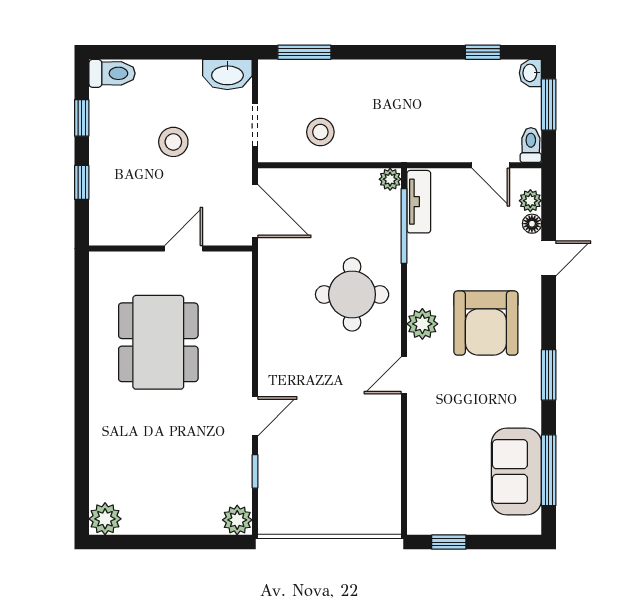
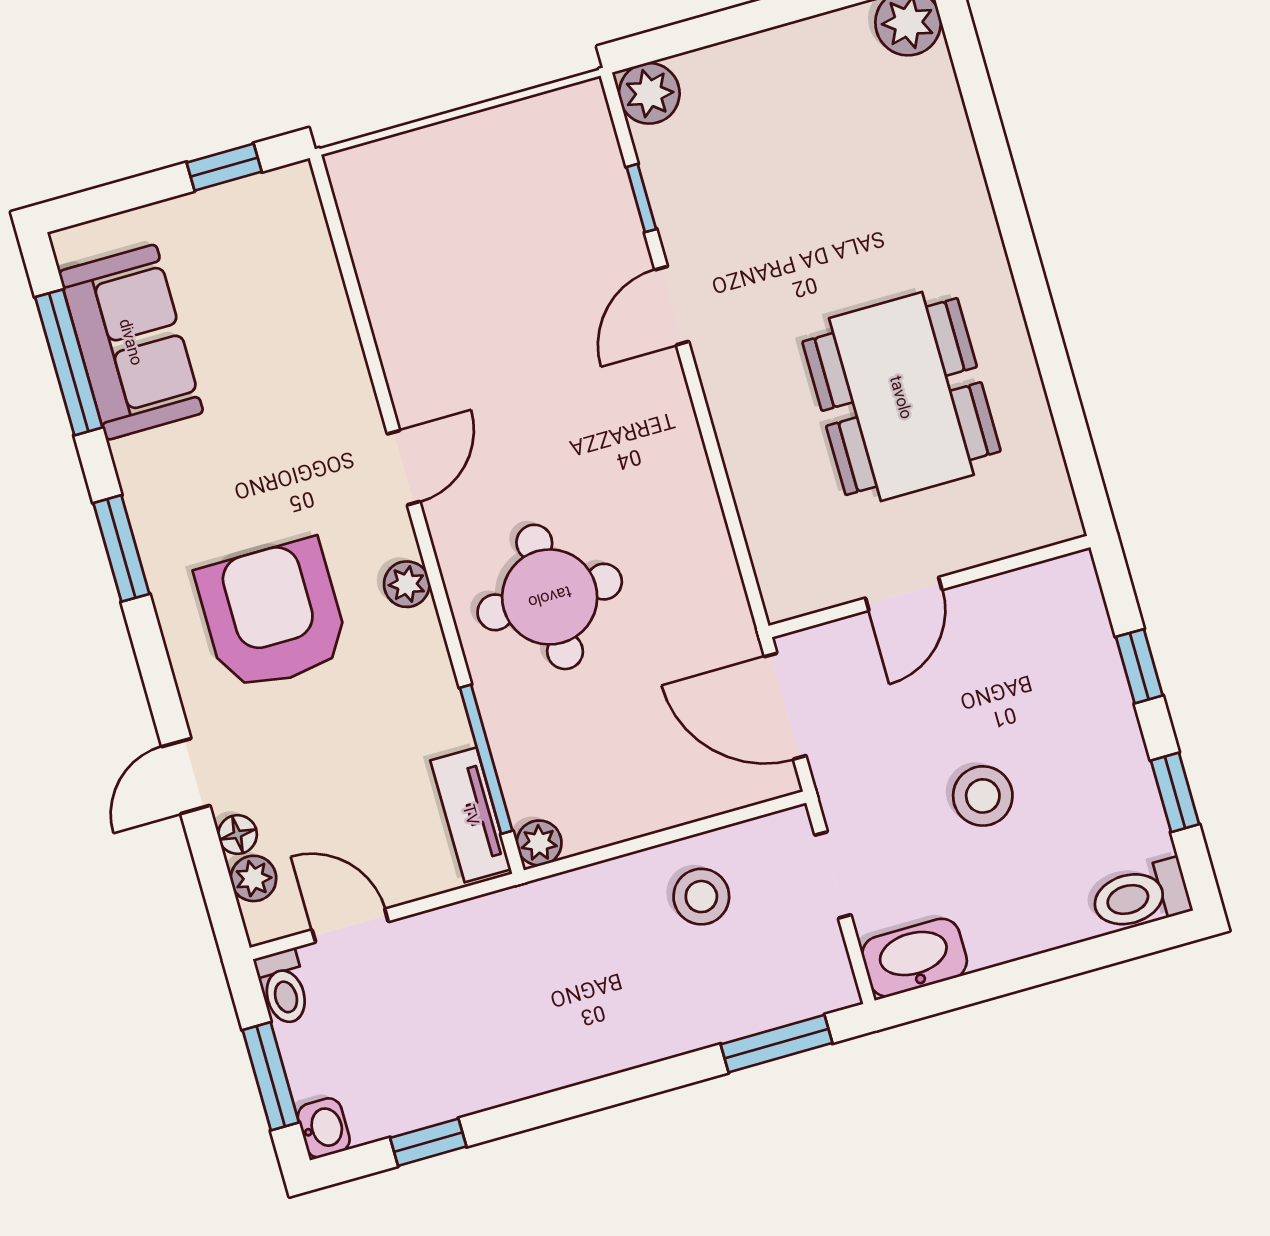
plant: (422, 324) -> (407, 584), width x0.73, depth x0.73

